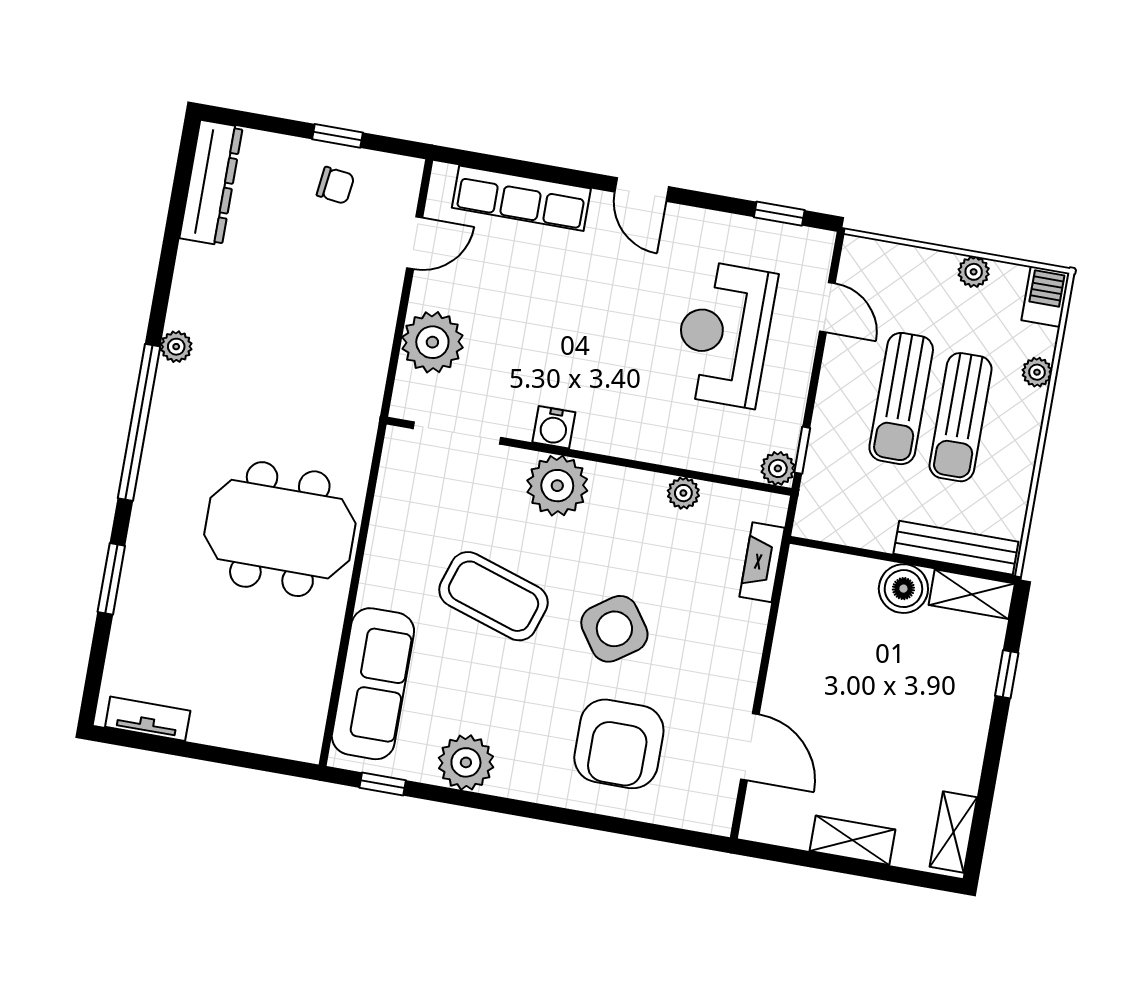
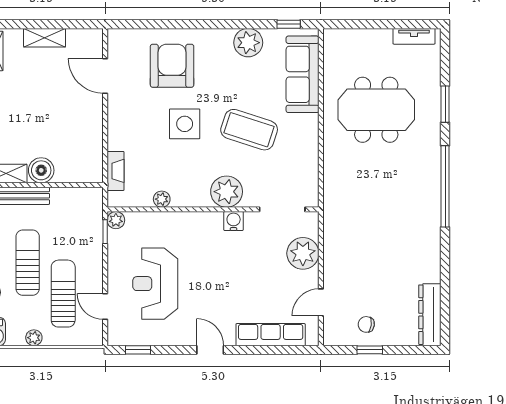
reception desk: (724, 334) -> (155, 284), turned 180
plant: (176, 347) -> (433, 228), removed
sun lounger: (901, 399) -> (63, 294), moved
meeting table: (280, 529) -> (376, 110), moved
side table: (614, 629) -> (185, 124), turned 35

